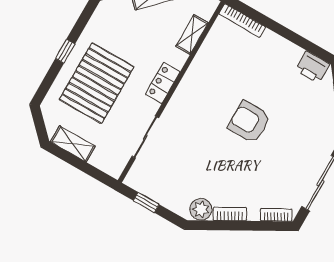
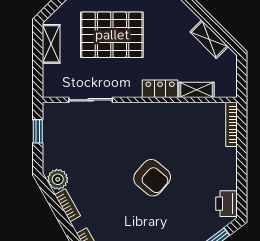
locker: (163, 83) -> (160, 89), moved
armchair: (249, 122) -> (152, 178), turned 130

